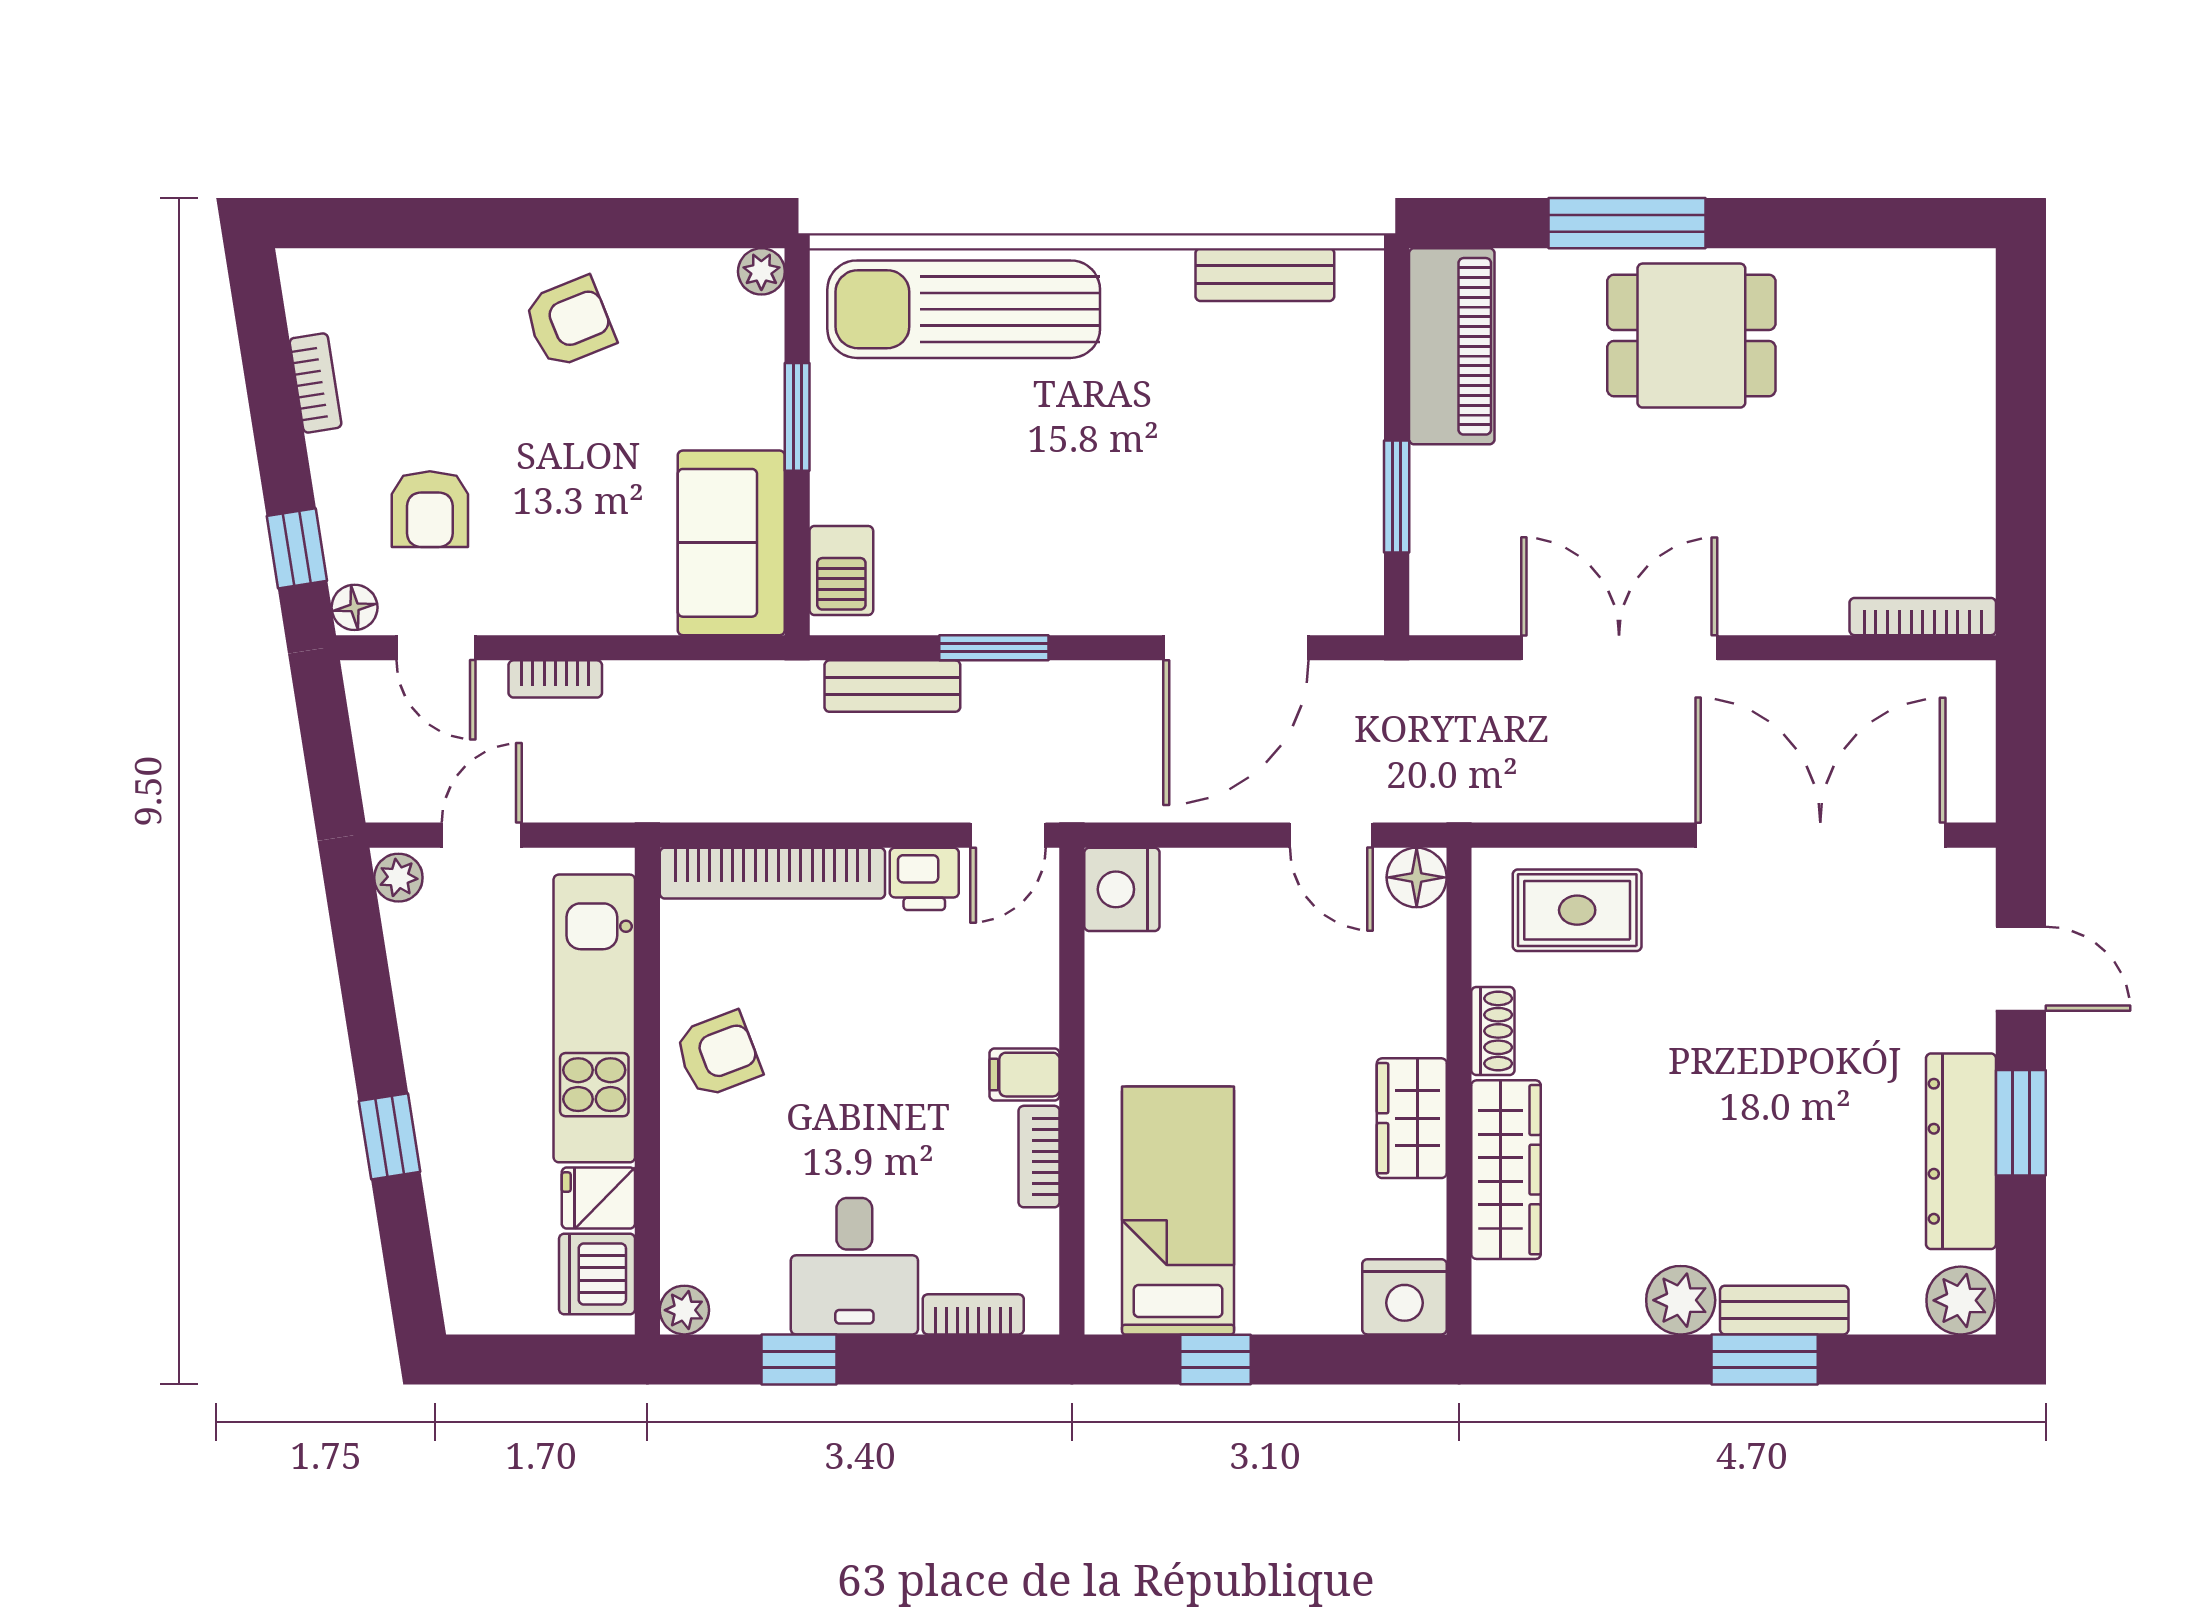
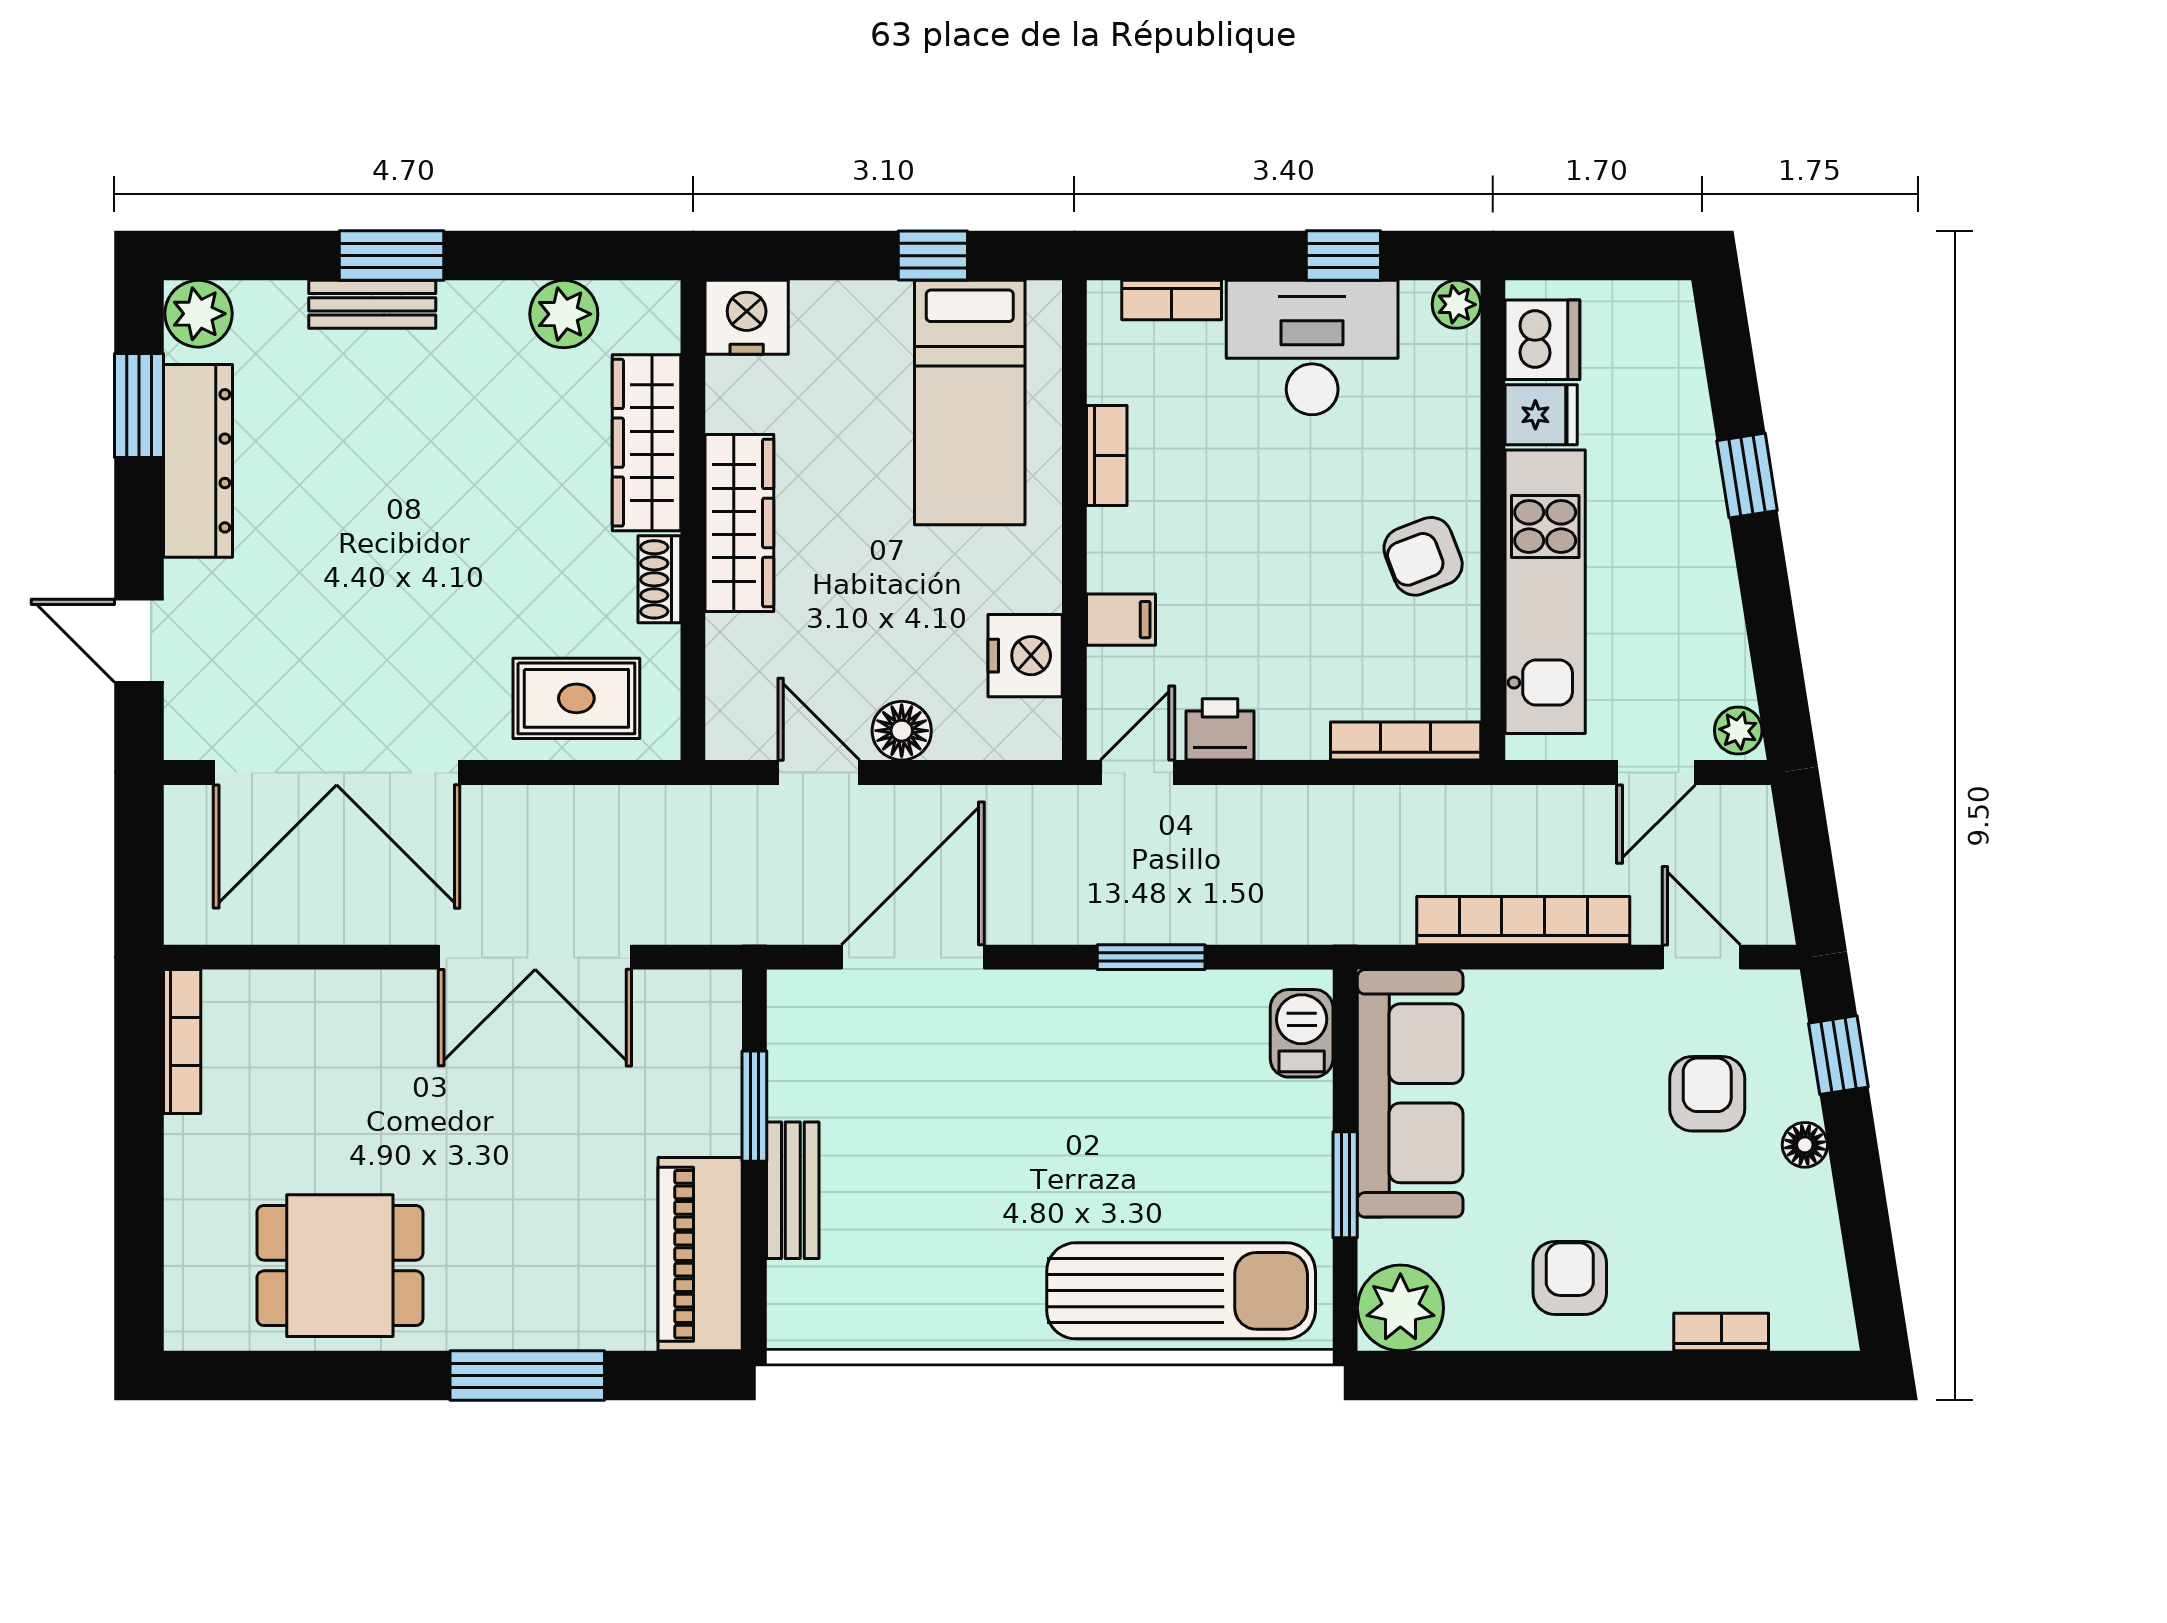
plant: (761, 271) -> (1400, 1308), width x1.87, depth x1.87
bench: (1265, 275) -> (793, 1190), moved, turned 90
armchair: (569, 322) -> (1570, 1278), turned 112
dining table: (1691, 336) -> (340, 1266), moved
bookcase: (316, 383) -> (1721, 1332), moved, turned 99
sofa: (731, 543) -> (1410, 1093), width x1.36
floor lamp: (355, 607) -> (1805, 1145), moved
bookcase: (1923, 617) -> (182, 1042), moved, turned -90
bookcase: (555, 679) -> (1523, 921), width x2.31, depth x1.31
bench: (892, 686) -> (1251, 919), removed
bookcase: (772, 873) -> (1406, 741), width x0.68, depth x0.76
floor lamp: (1417, 877) -> (902, 731), moved
nightstand: (1122, 889) -> (1025, 656), moved
filing cabinet: (1025, 1075) -> (1121, 620), moved
wardrobe: (1412, 1118) -> (739, 523), width x1.50
window: (2021, 1123) -> (139, 405), moved
desk: (854, 1266) -> (1312, 348), width x1.37
plant: (1681, 1300) -> (564, 314), moved

